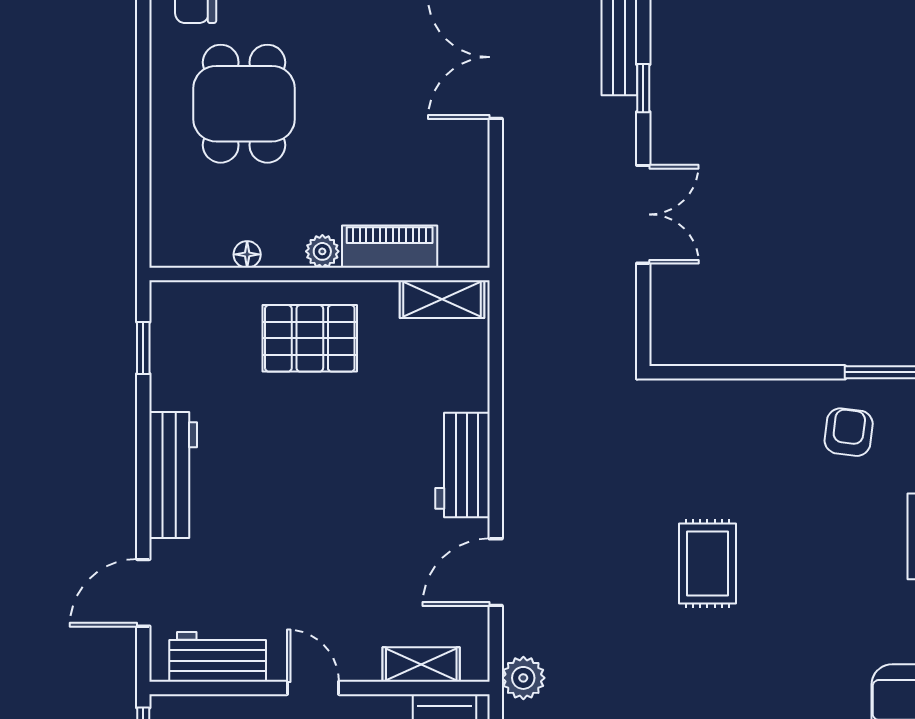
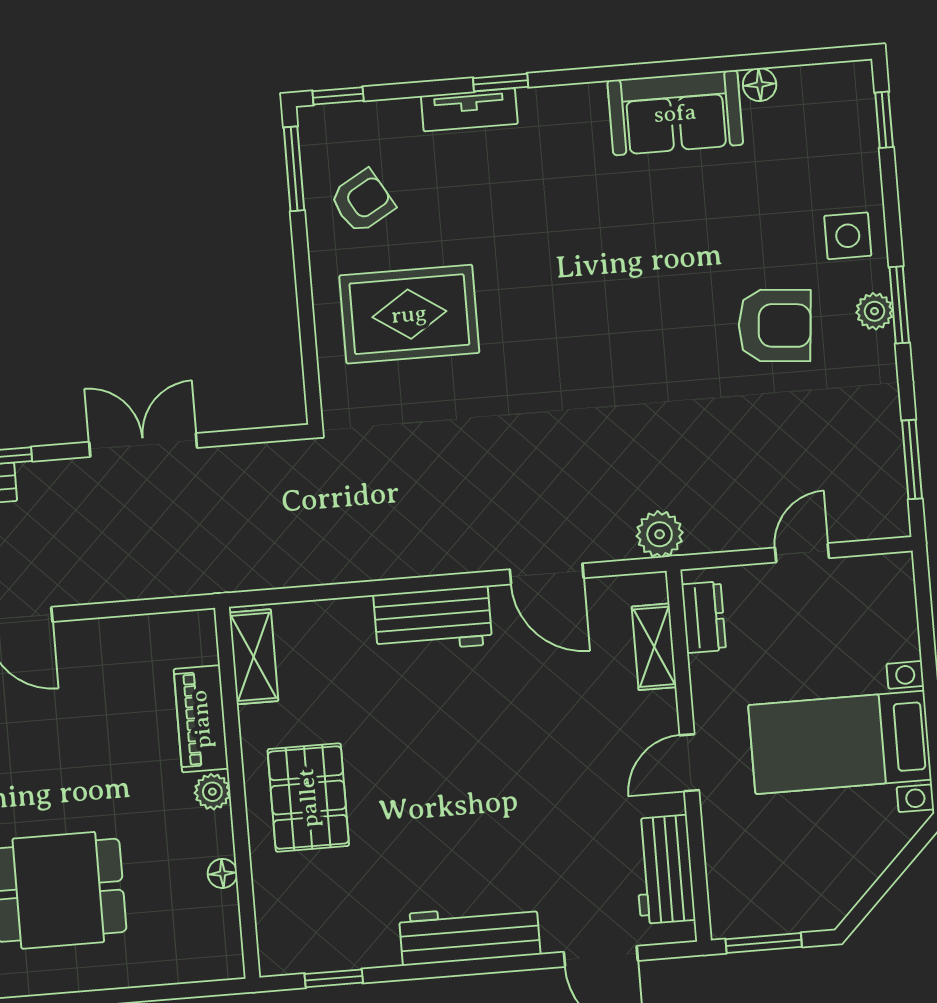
armchair: (849, 432) -> (362, 201), turned 143
rug: (707, 564) -> (409, 314), moved, width x1.36, depth x1.43

